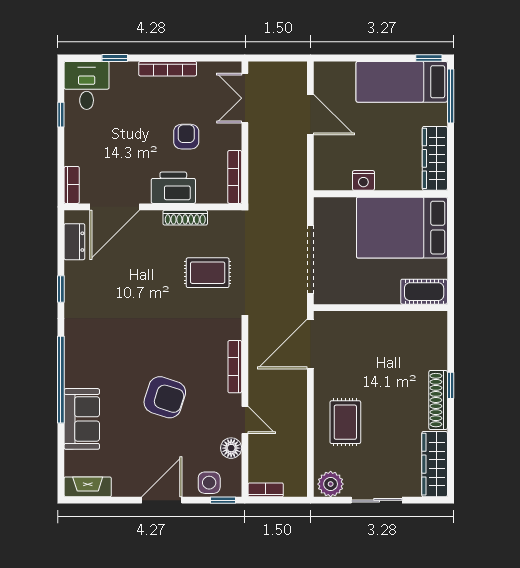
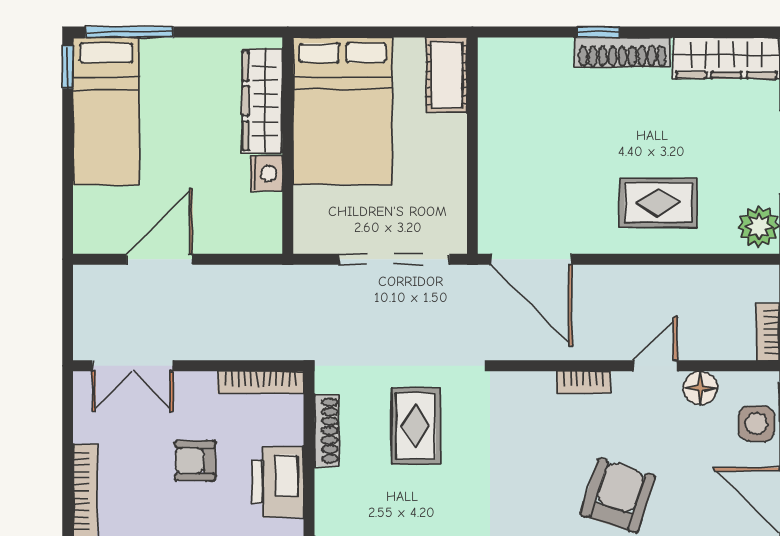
wardrobe: (435, 158) -> (262, 101), moved, turned 90
shoe rack: (185, 218) -> (327, 431), moved
bookcase: (235, 367) -> (584, 382), width x0.64

